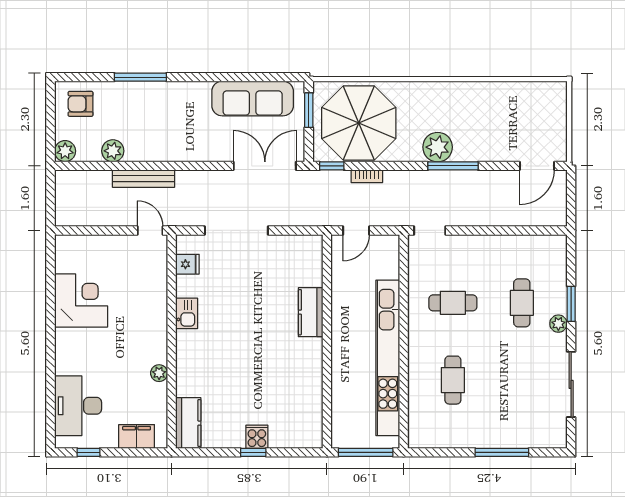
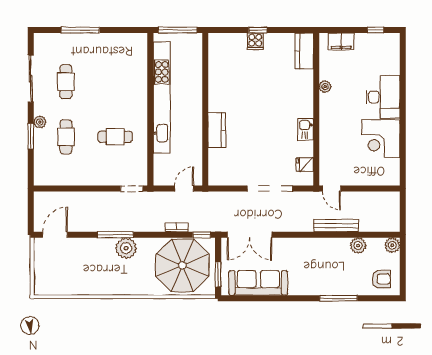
cafe table: (453, 380) -> (66, 82), moved
desk: (78, 406) -> (383, 97), moved

